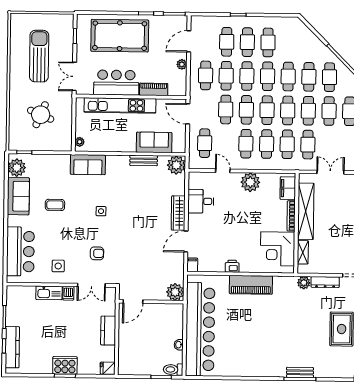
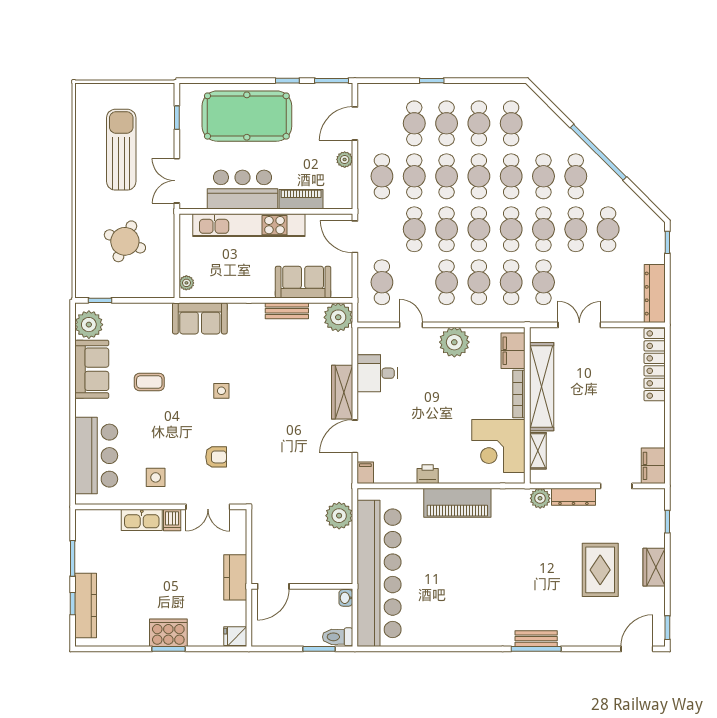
cafe table: (289, 43) -> (511, 123), added
door: (133, 302) -> (273, 586), moved
wall: (151, 302) -> (302, 586), moved

